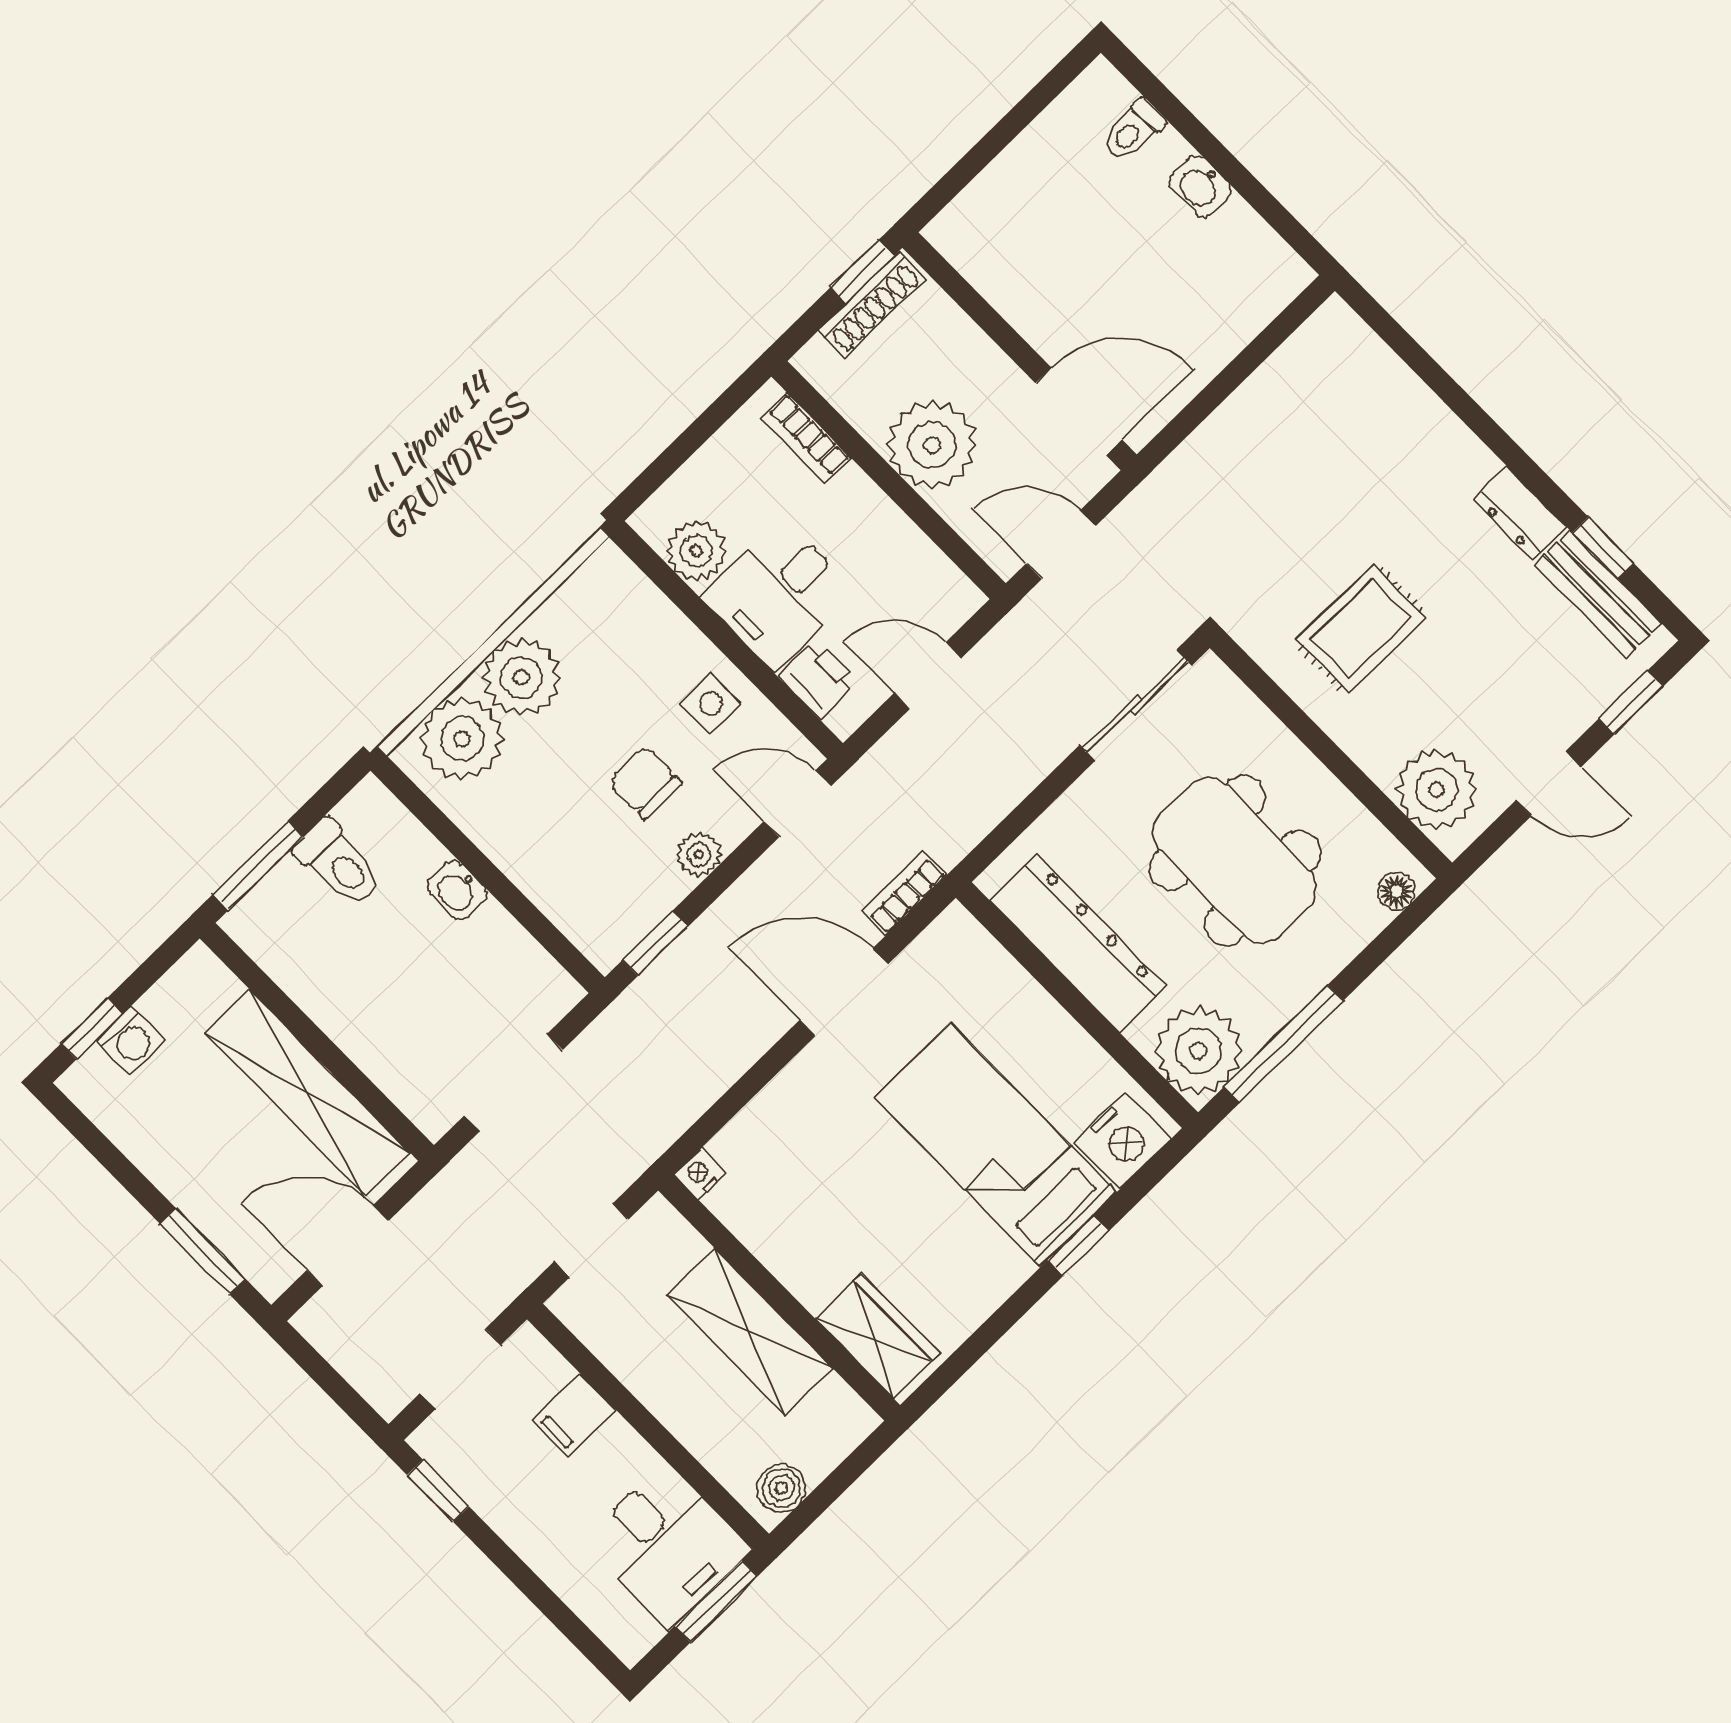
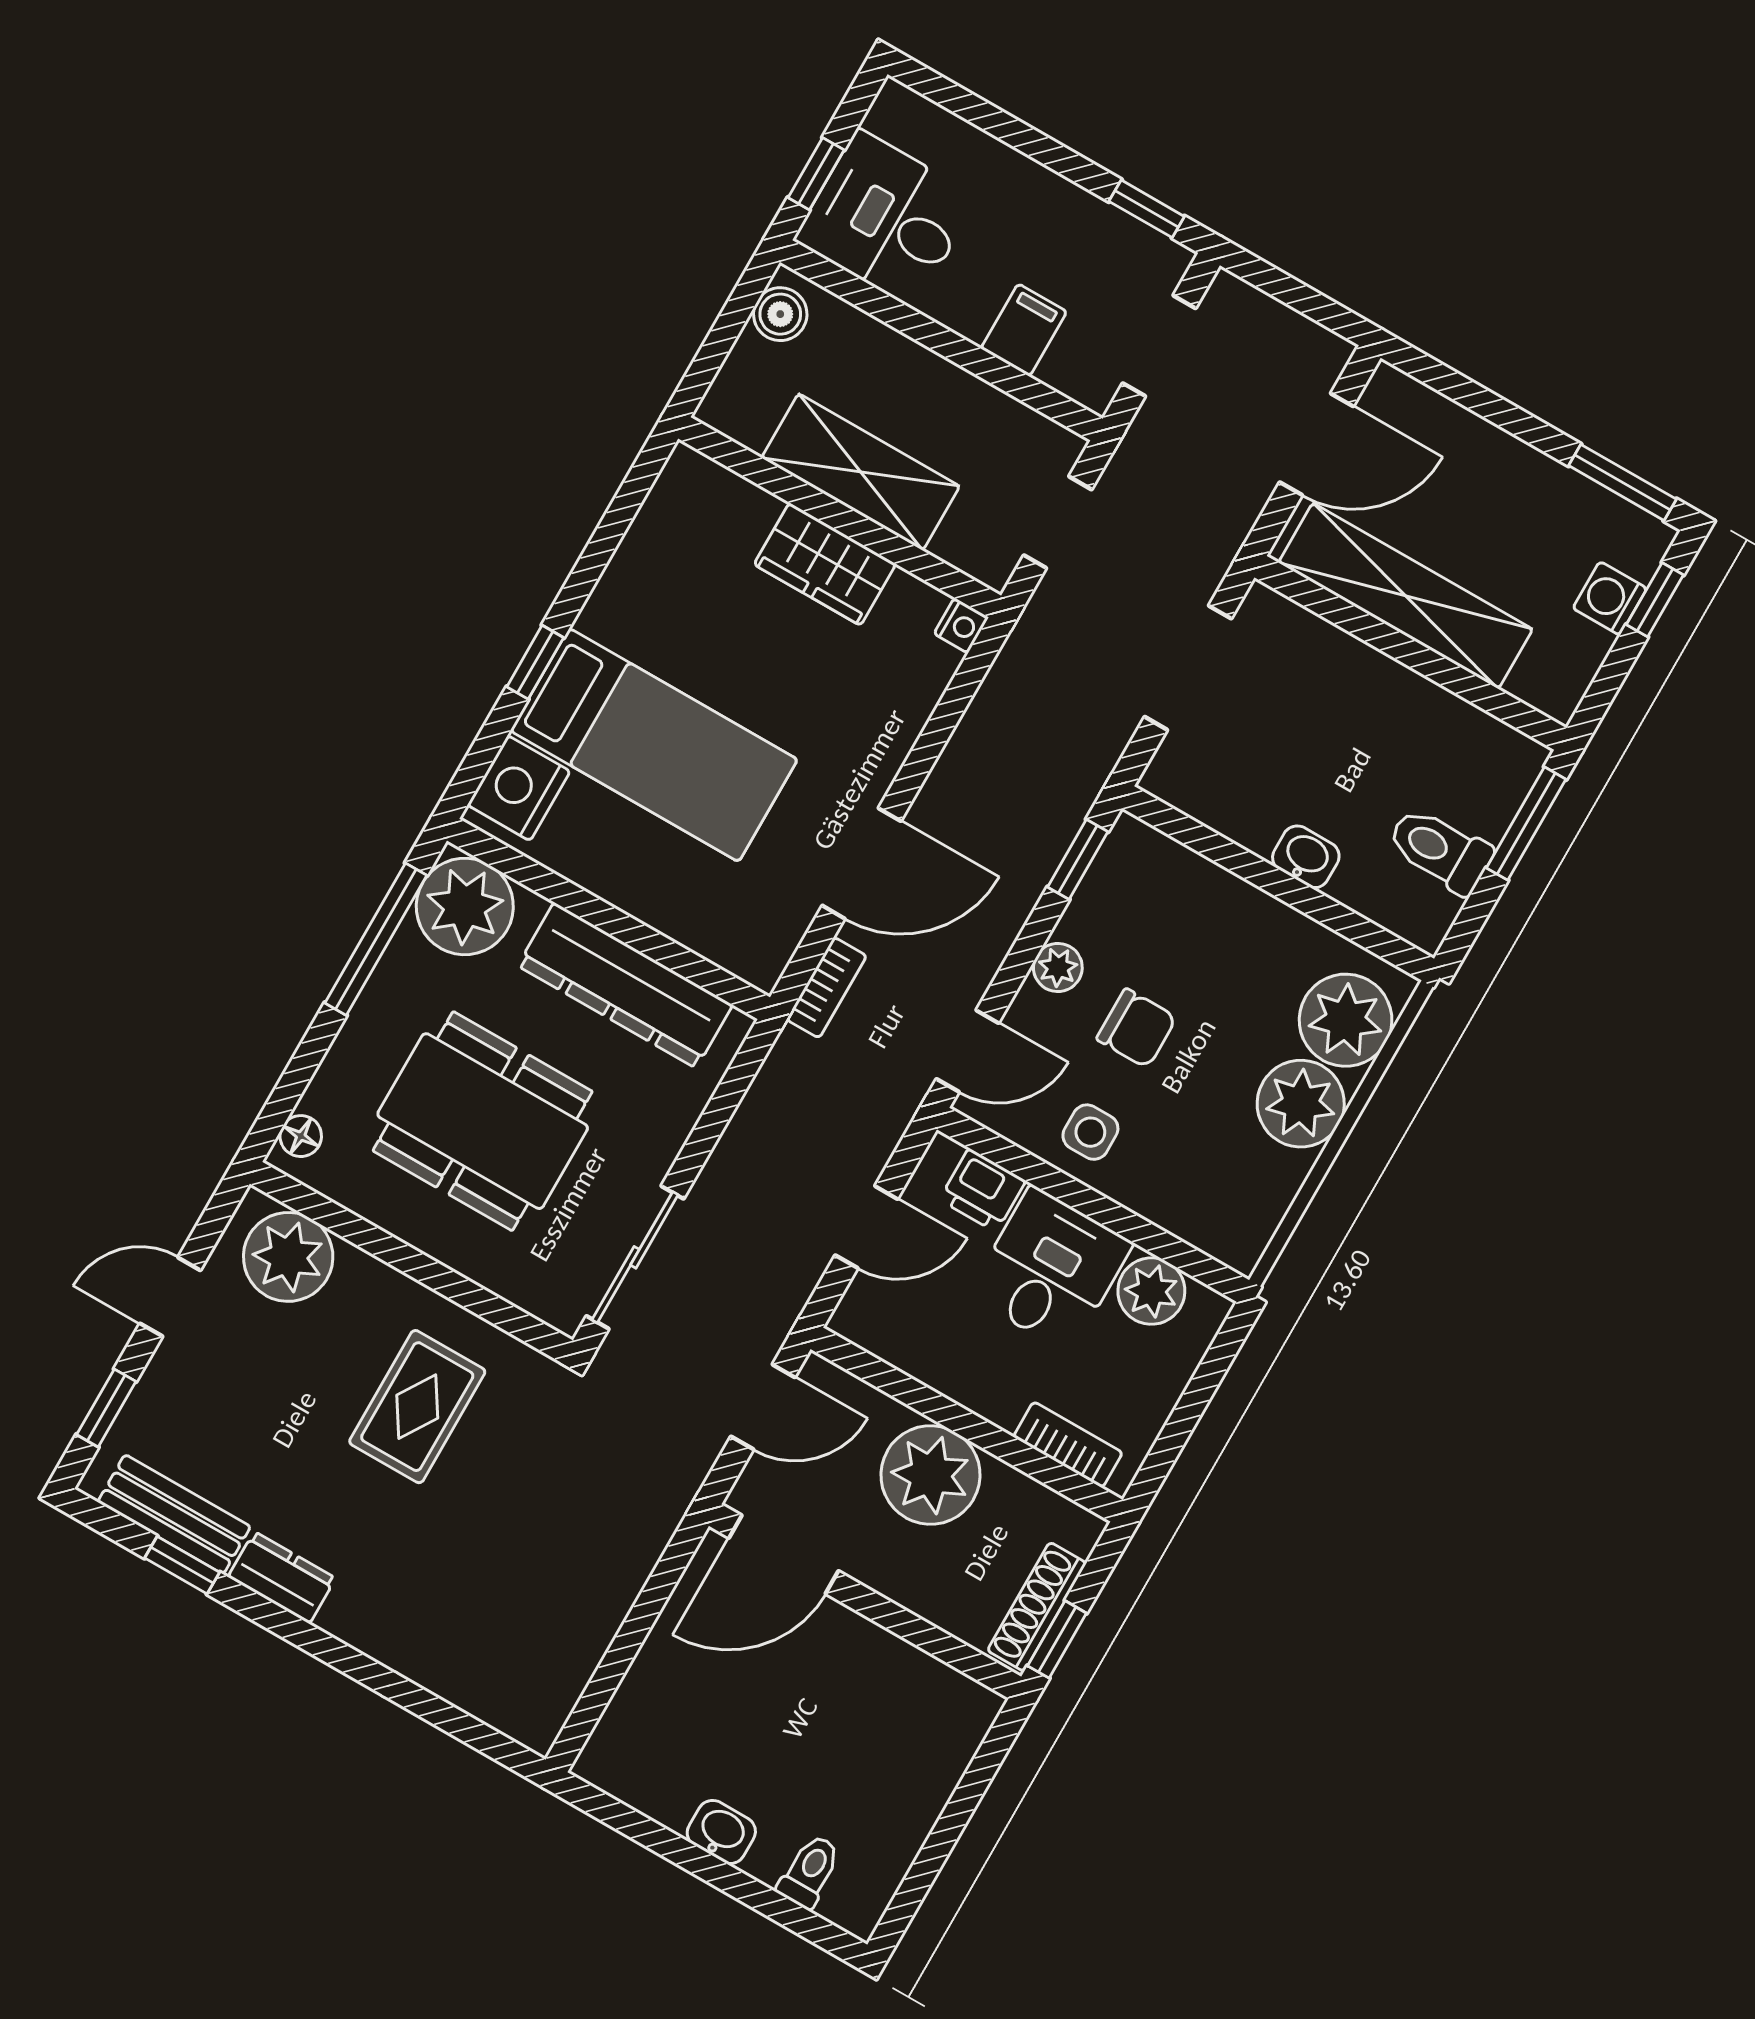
window: (203, 1251) -> (1622, 482), moved
wardrobe: (878, 1336) -> (825, 564), moved
window: (716, 1601) -> (816, 174), width x0.67

